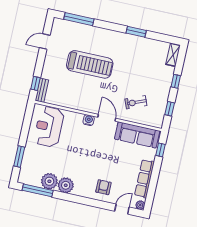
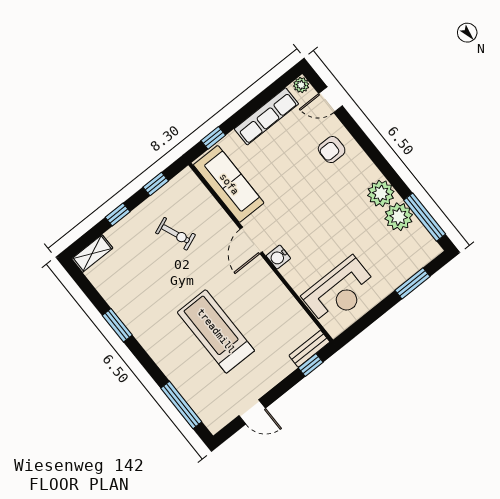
exercise bike: (136, 102) -> (175, 234), moved

